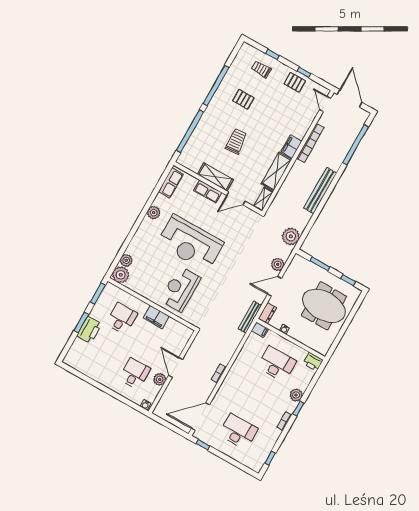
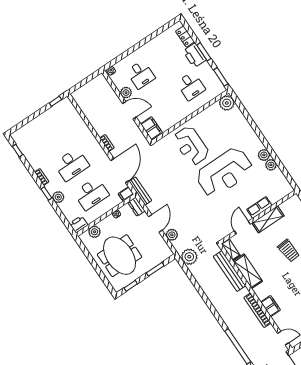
filing cabinet: (291, 147) -> (271, 306), moved
row of seats: (171, 183) -> (281, 181), removed
bench: (320, 191) -> (230, 271), moved
reception desk: (190, 243) -> (224, 172), turned 180
plant: (126, 260) -> (271, 165), moved
reception desk: (180, 289) -> (191, 146), turned 180
meeting table: (324, 306) -> (120, 256), turned 90
filing cabinet: (156, 317) -> (151, 128), moved, turned 90
plant: (313, 342) -> (94, 232), added
locker: (75, 349) -> (185, 36), added
door: (200, 417) -> (120, 171), moved
desk: (238, 432) -> (72, 165), moved

